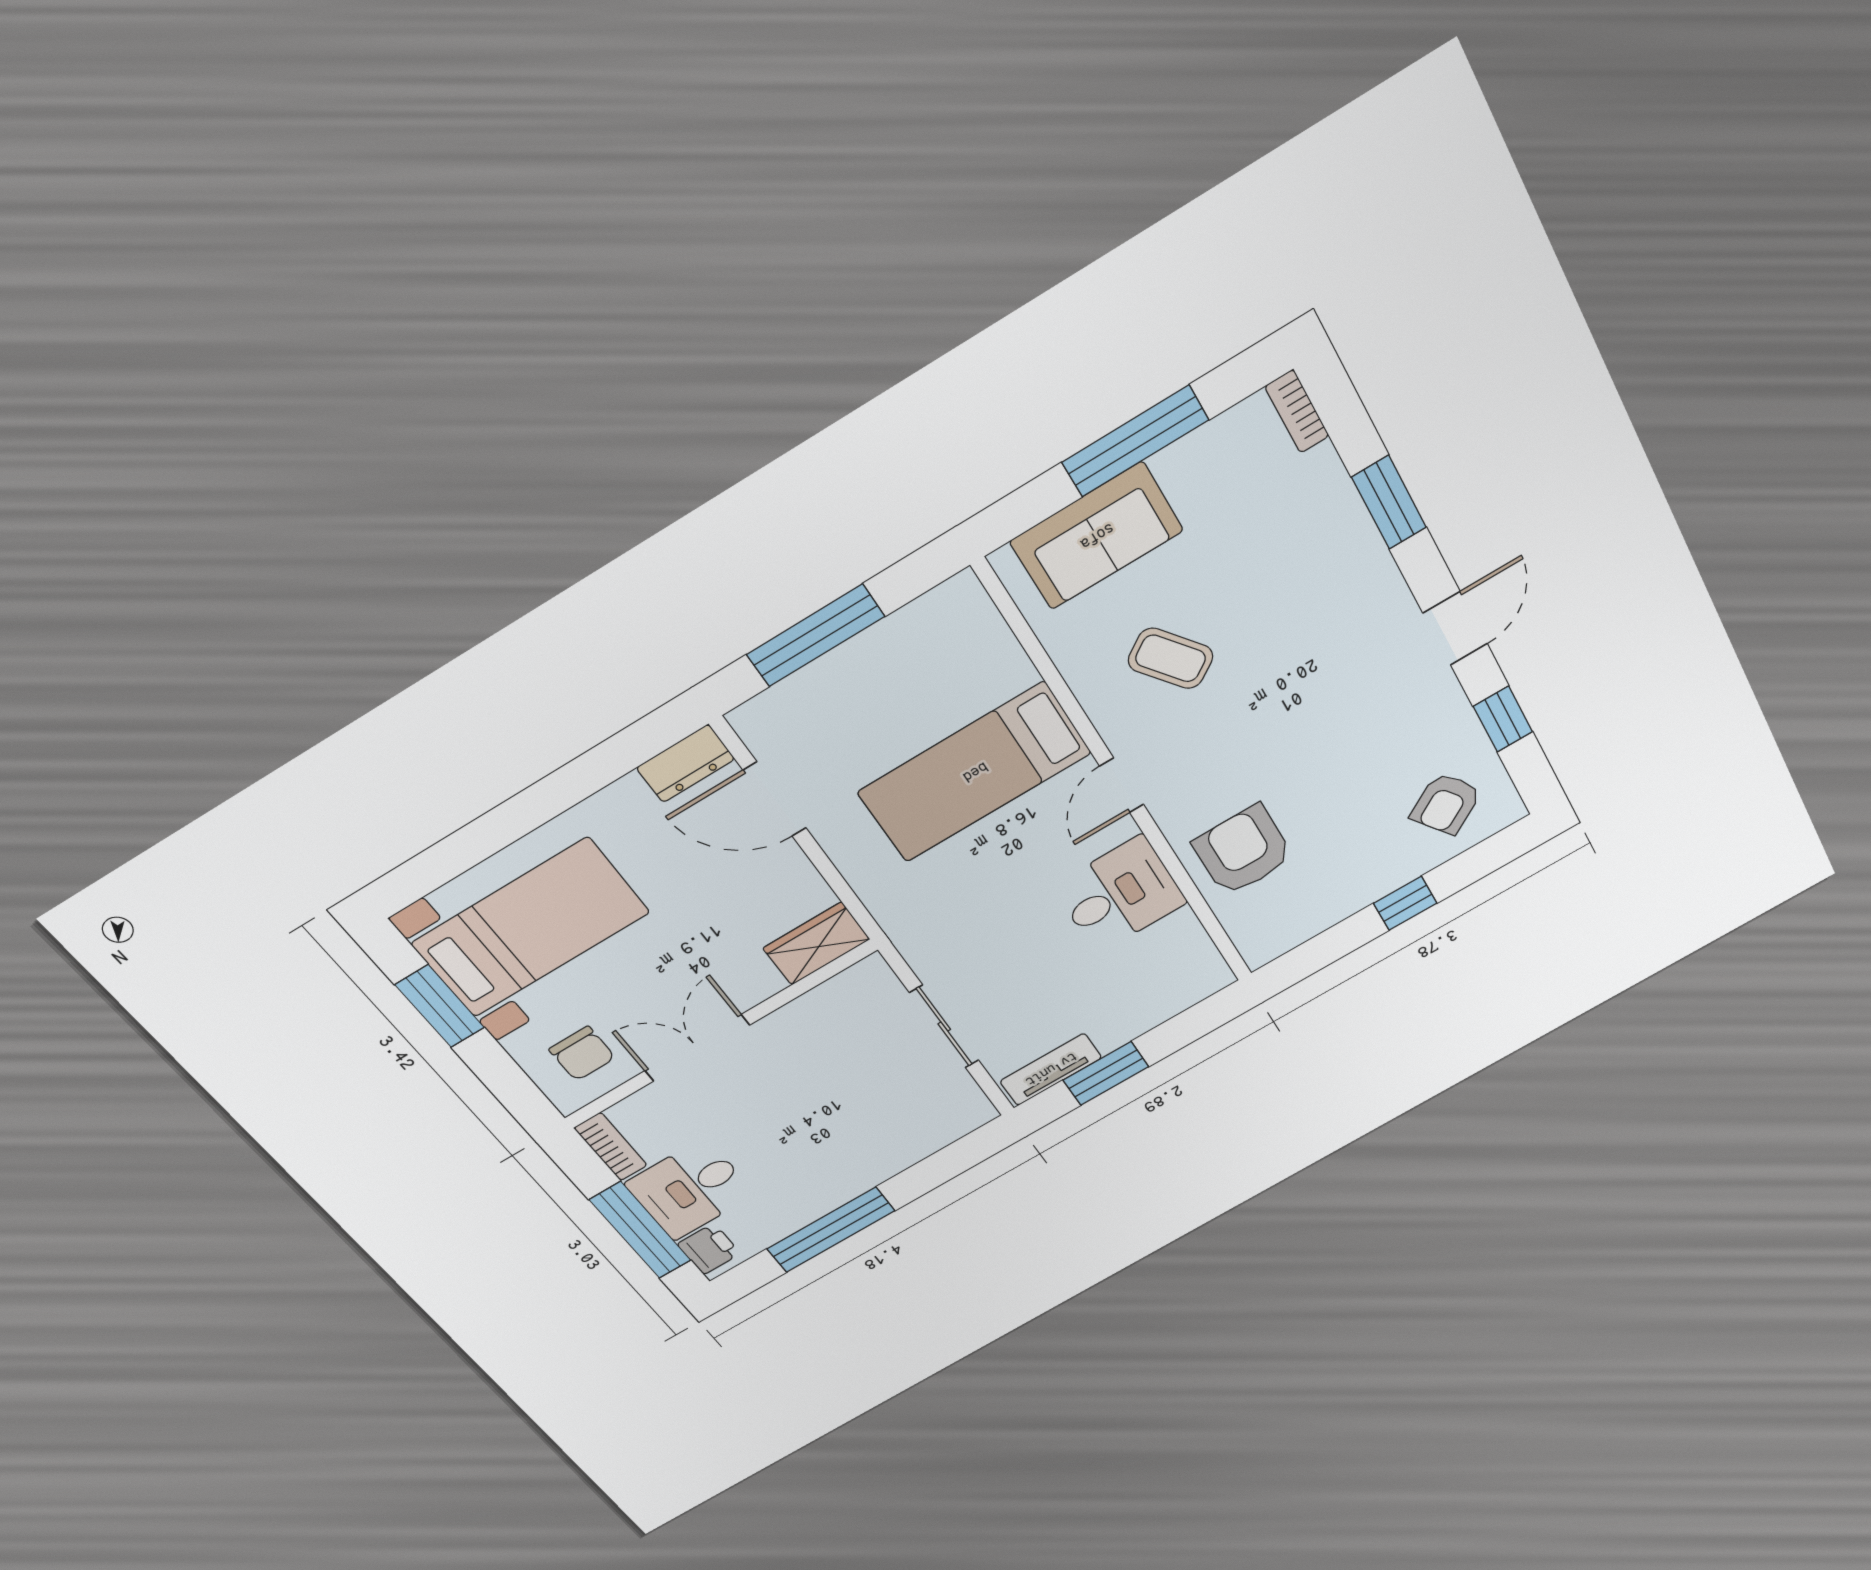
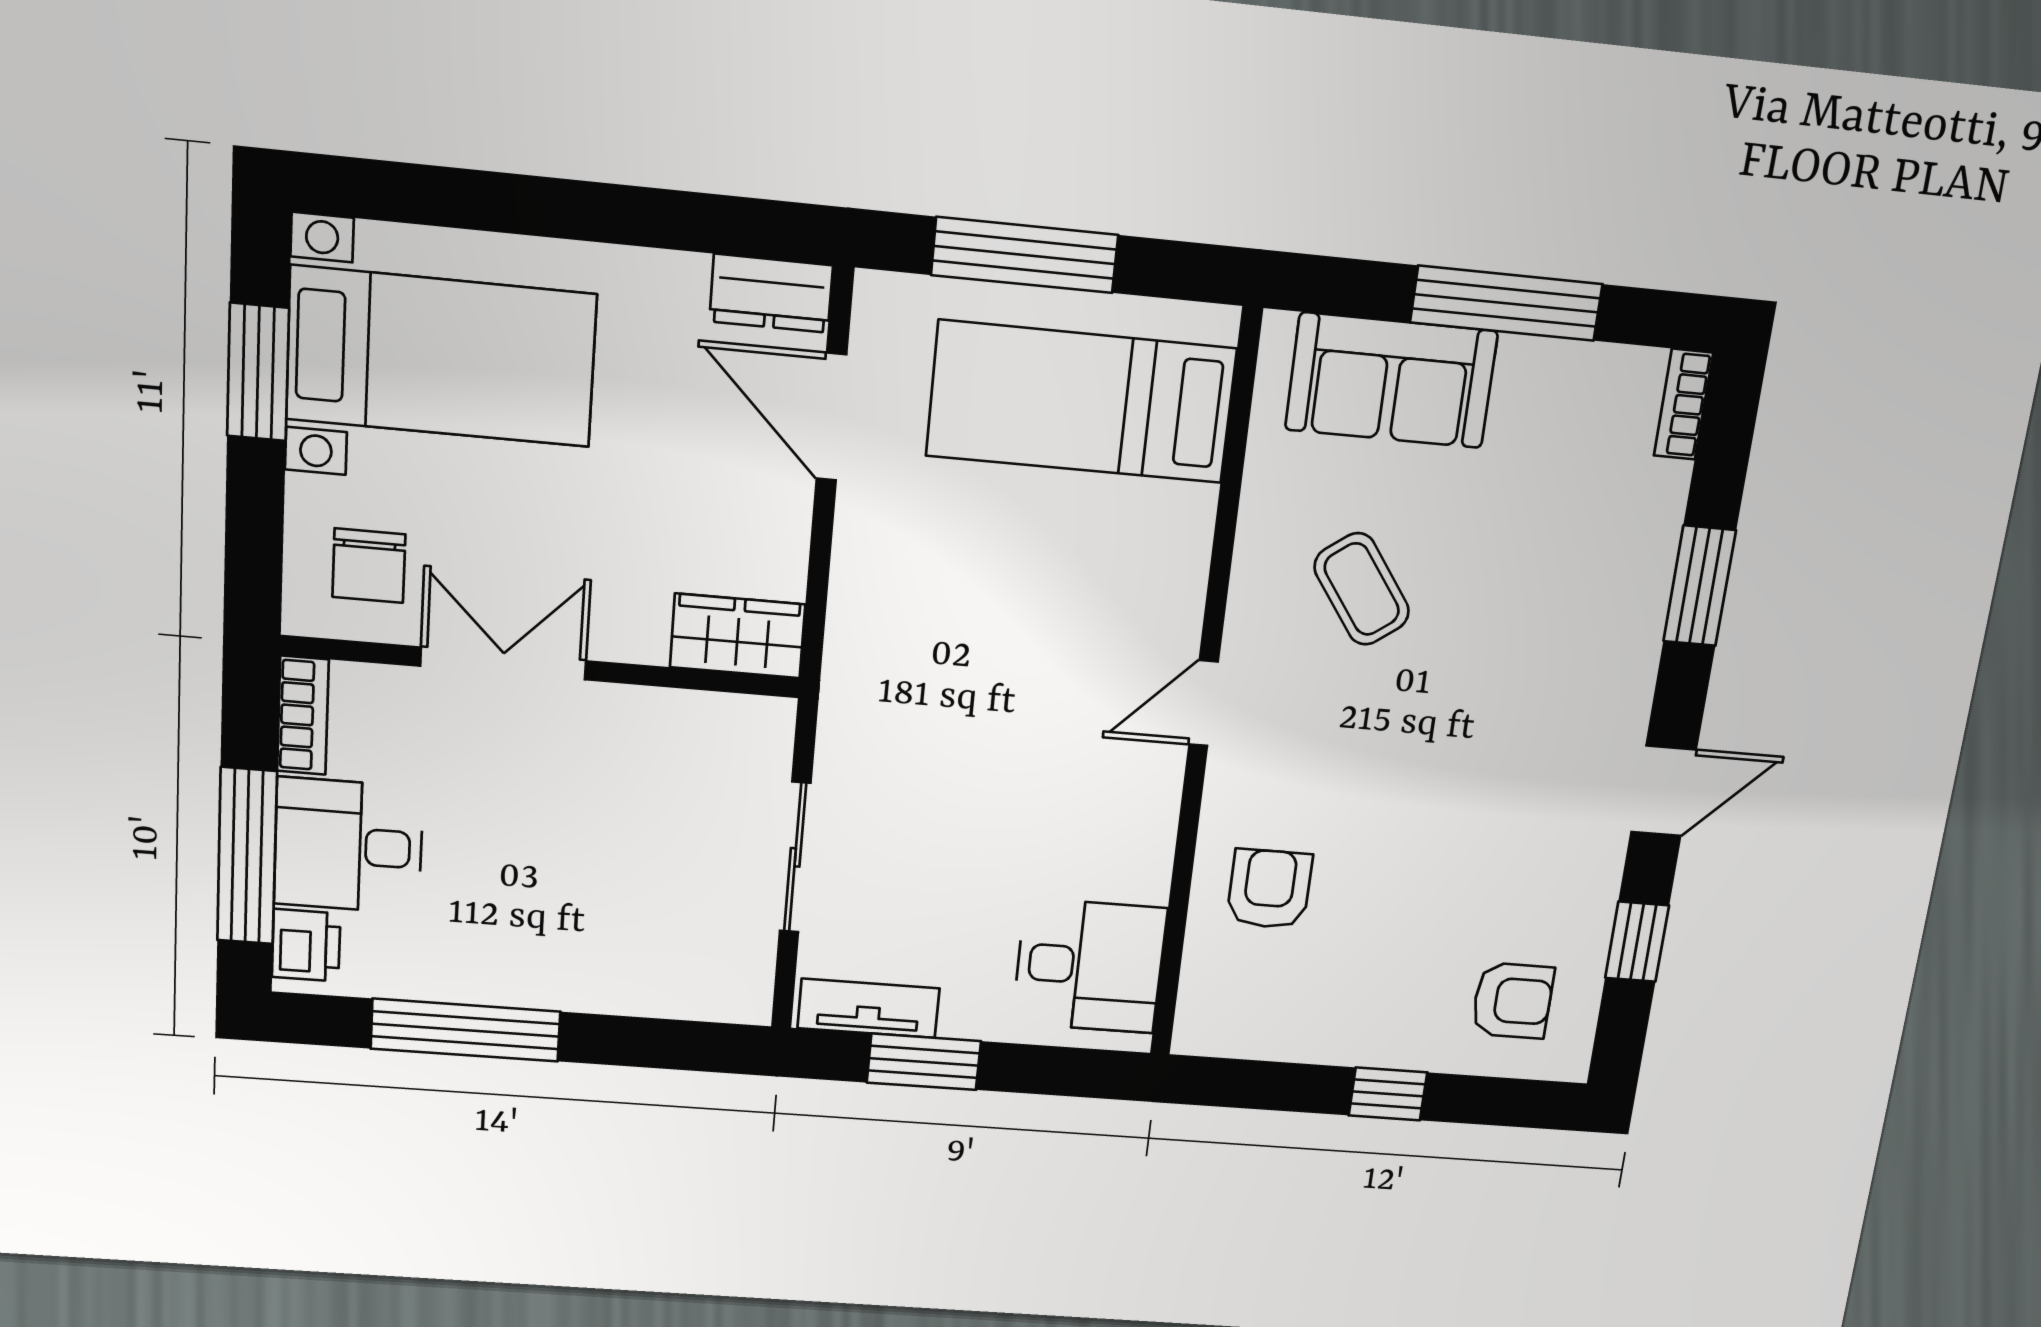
bed: (975, 772) -> (1081, 402), moved
armchair: (1446, 804) -> (1512, 1001), turned -146
armchair: (1243, 851) -> (1269, 889), width x0.72, depth x0.72
desk: (1120, 894) -> (1090, 966), moved

